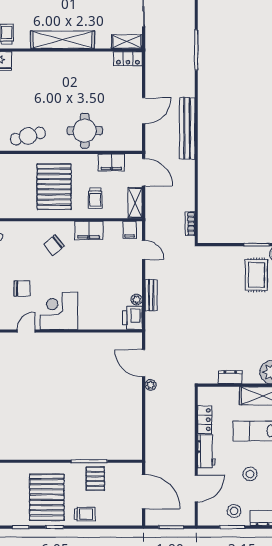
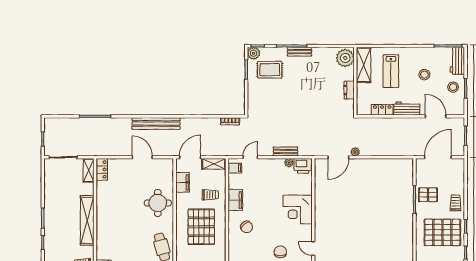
pallet: (54, 187) -> (201, 227), turned 90
corner desk: (59, 311) -> (298, 209), moved

